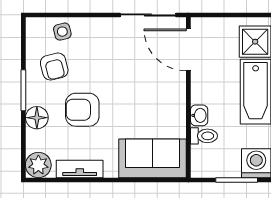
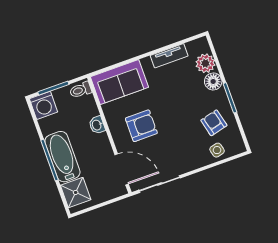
armchair: (82, 110) -> (141, 126), moved
toilet: (204, 136) -> (81, 90), moved
plant: (38, 165) -> (205, 63), moved

